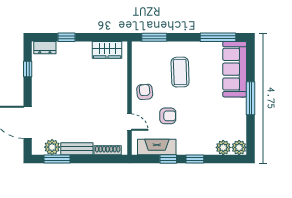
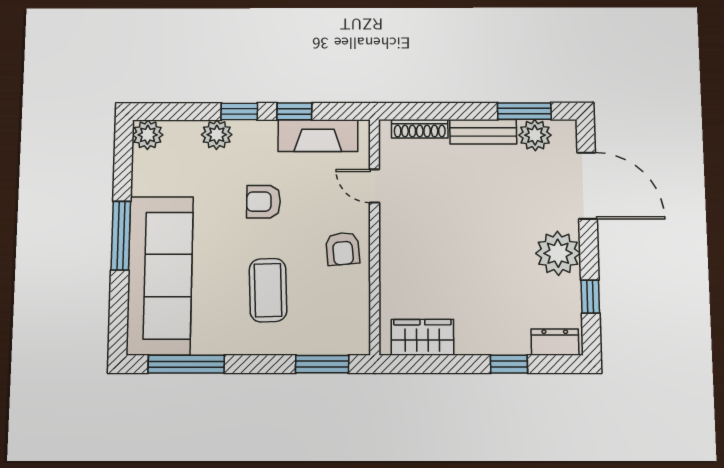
sofa: (235, 69) -> (160, 275), width x1.36, depth x1.27
plant: (42, 90) -> (558, 253), added
armchair: (168, 116) -> (264, 202), moved
plant: (223, 147) -> (217, 135), moved

